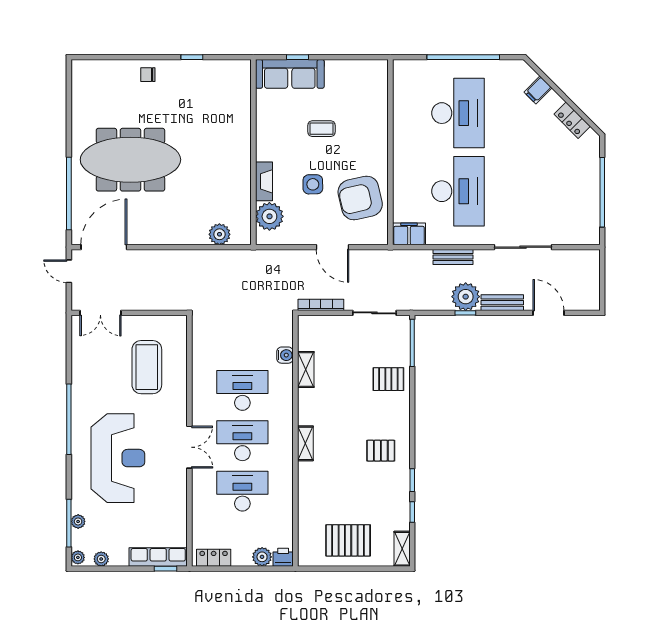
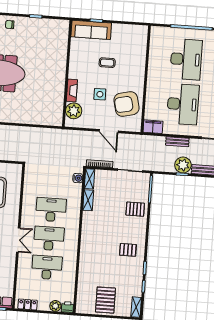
plant: (219, 234) -> (44, 119), removed
water cooler: (285, 355) -> (78, 178), moved
shelving: (305, 443) -> (90, 179), moved
pallet: (348, 540) -> (105, 300), turned 90

